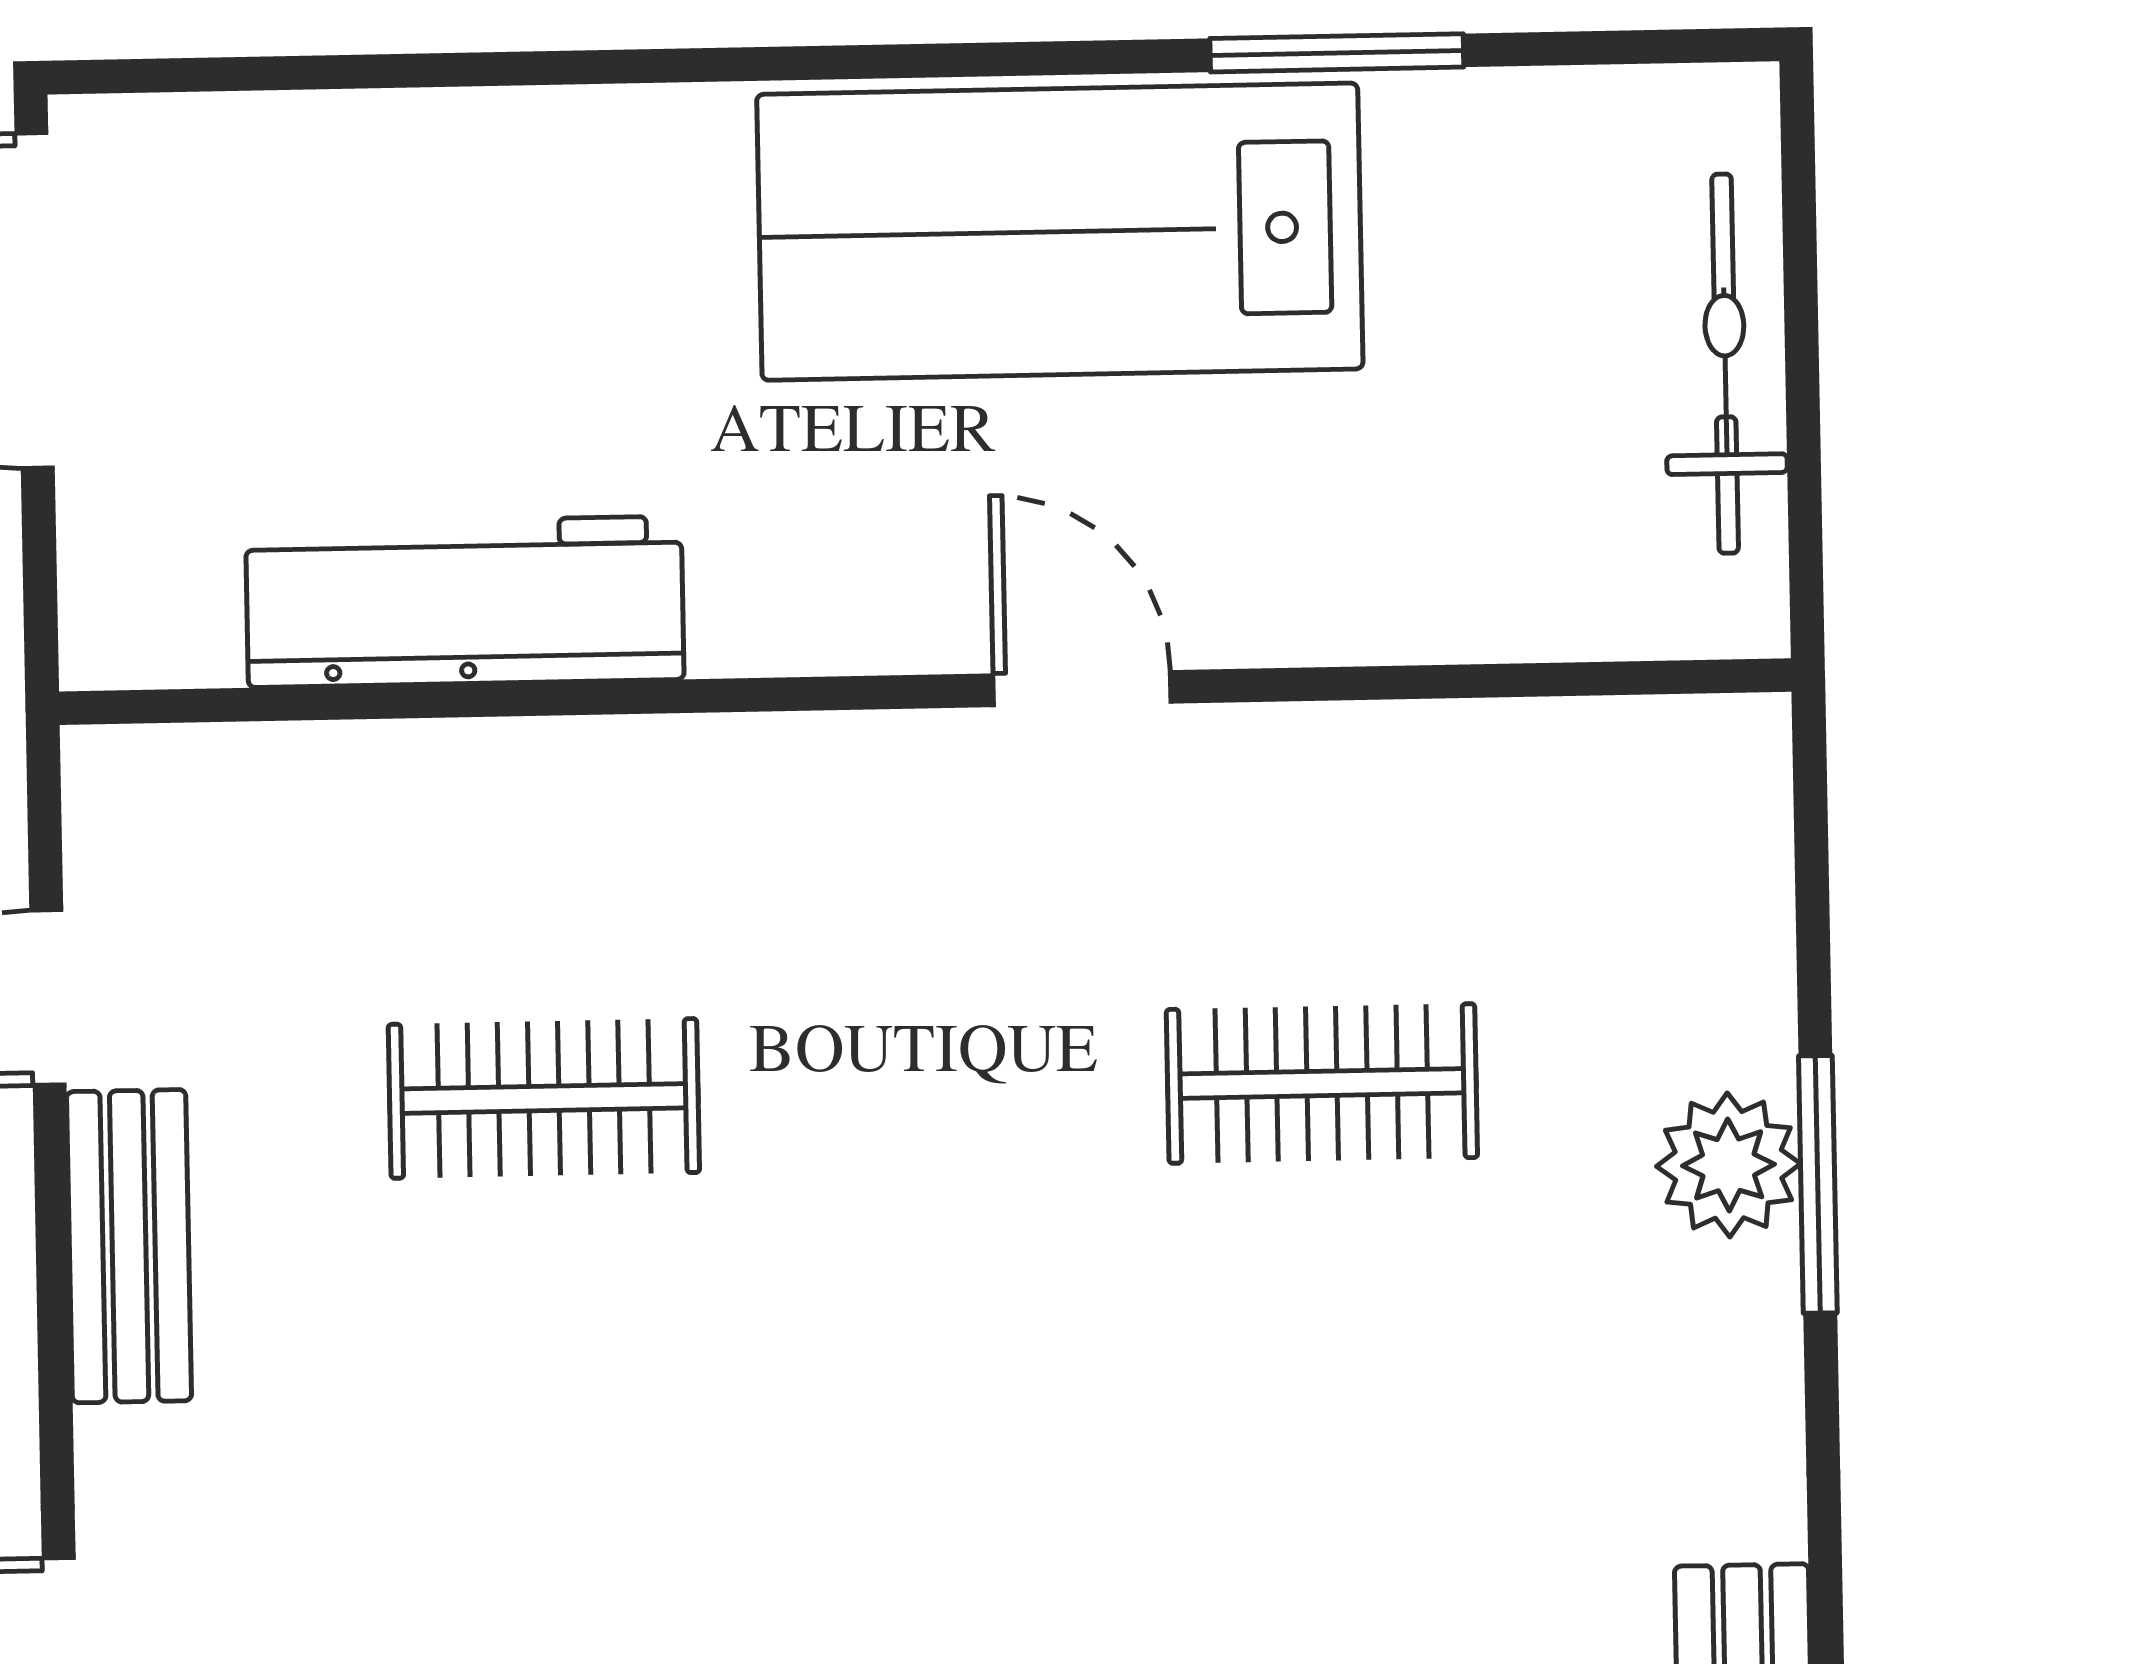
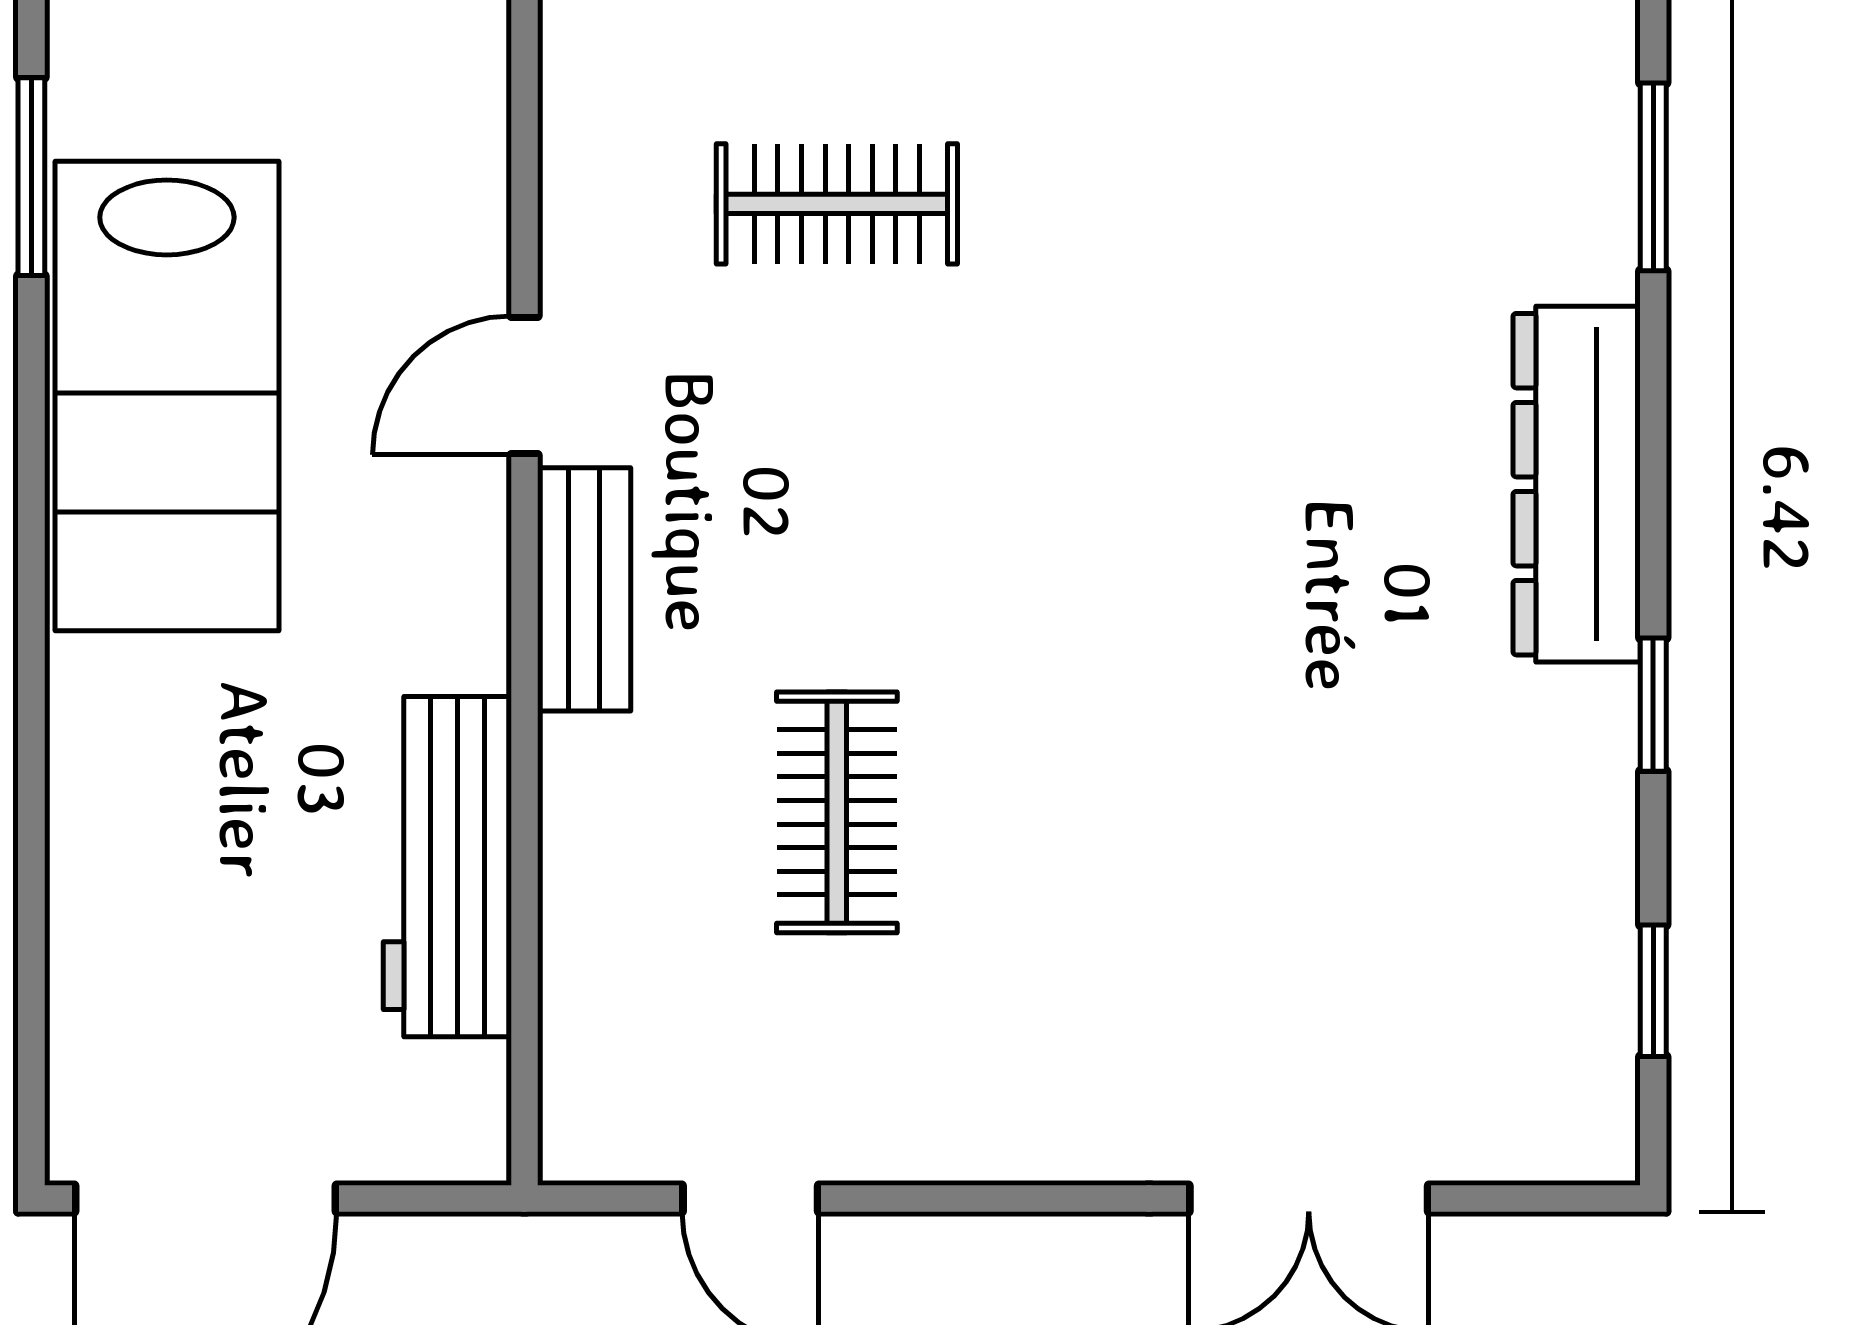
clothes rail: (1322, 1083) -> (837, 204), turned 90
bench: (129, 1246) -> (584, 589), moved, turned 90

